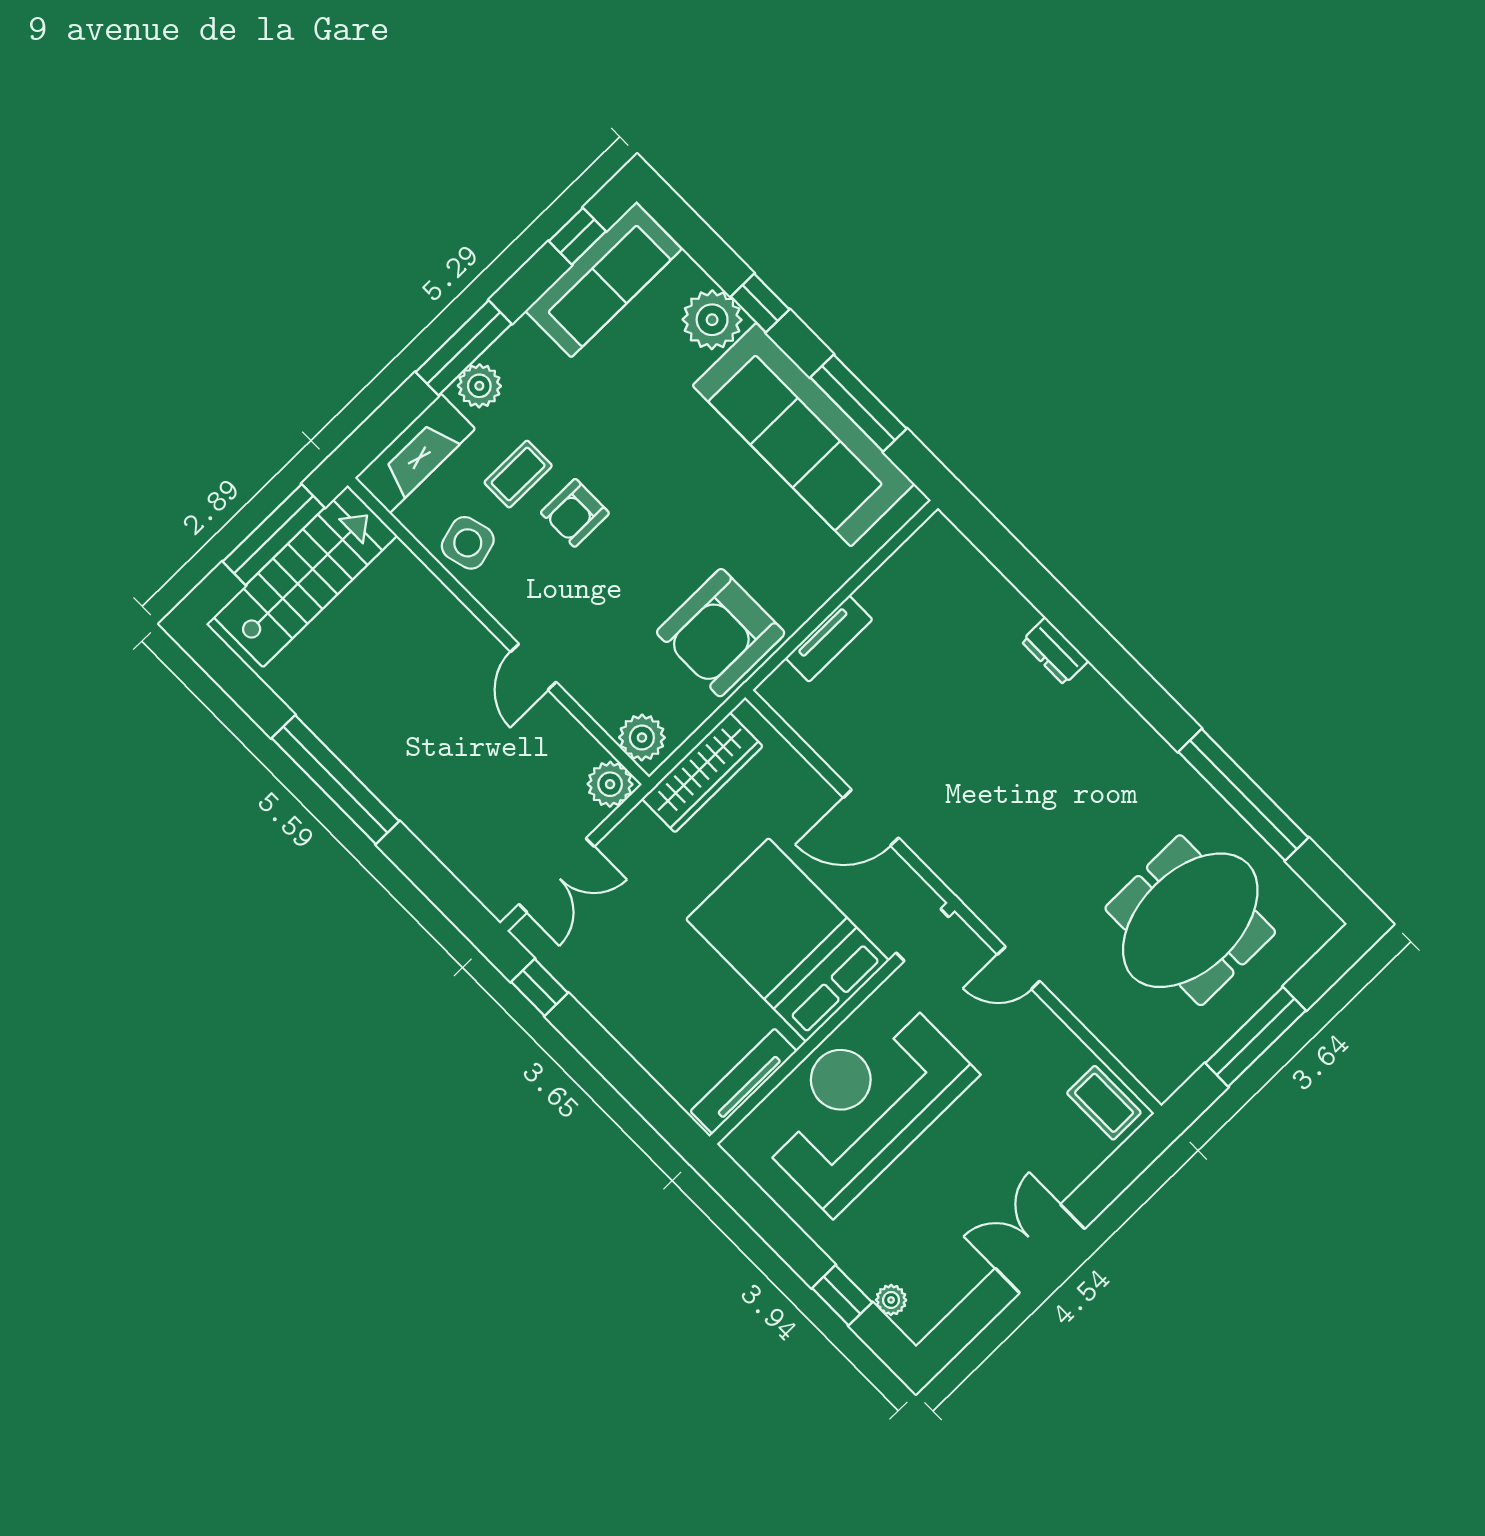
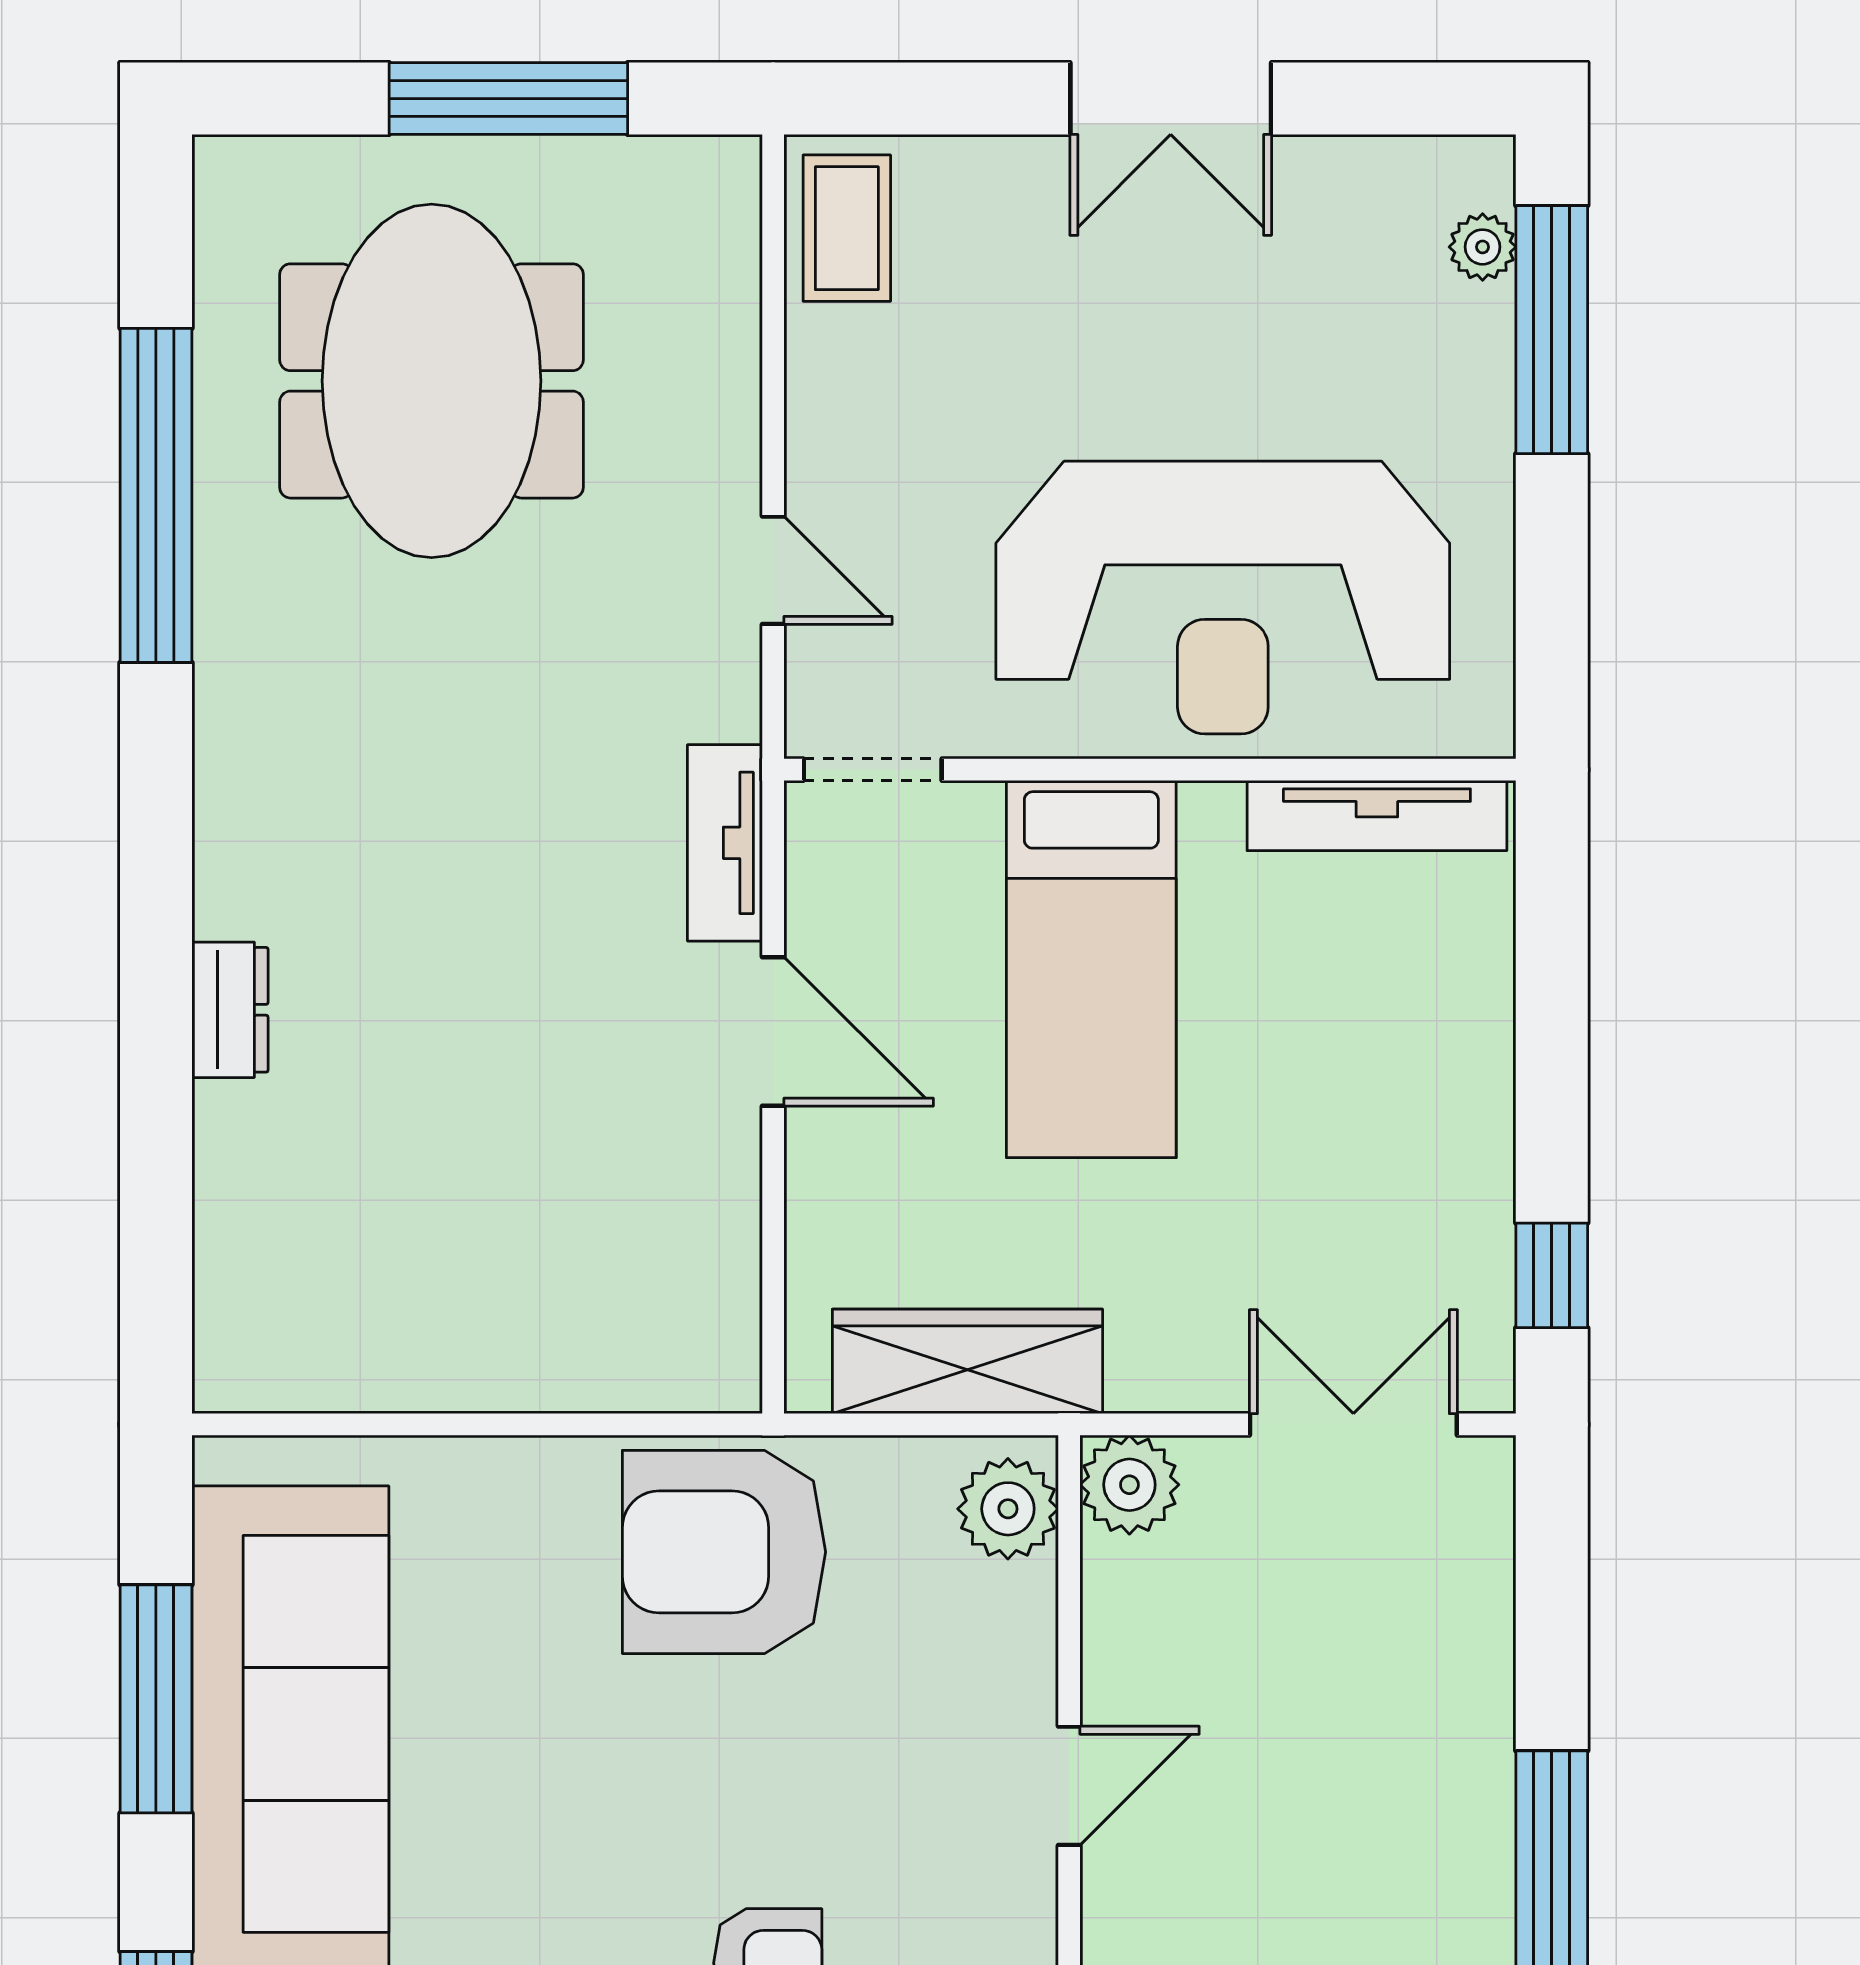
armchair: (721, 633) -> (724, 1552), turned 180
tv unit: (829, 639) -> (725, 843), moved, turned -90
meeting table: (1190, 920) -> (432, 381), turned 90
bed: (787, 940) -> (1091, 969), width x0.67
window: (842, 1295) -> (1552, 330), width x2.17

